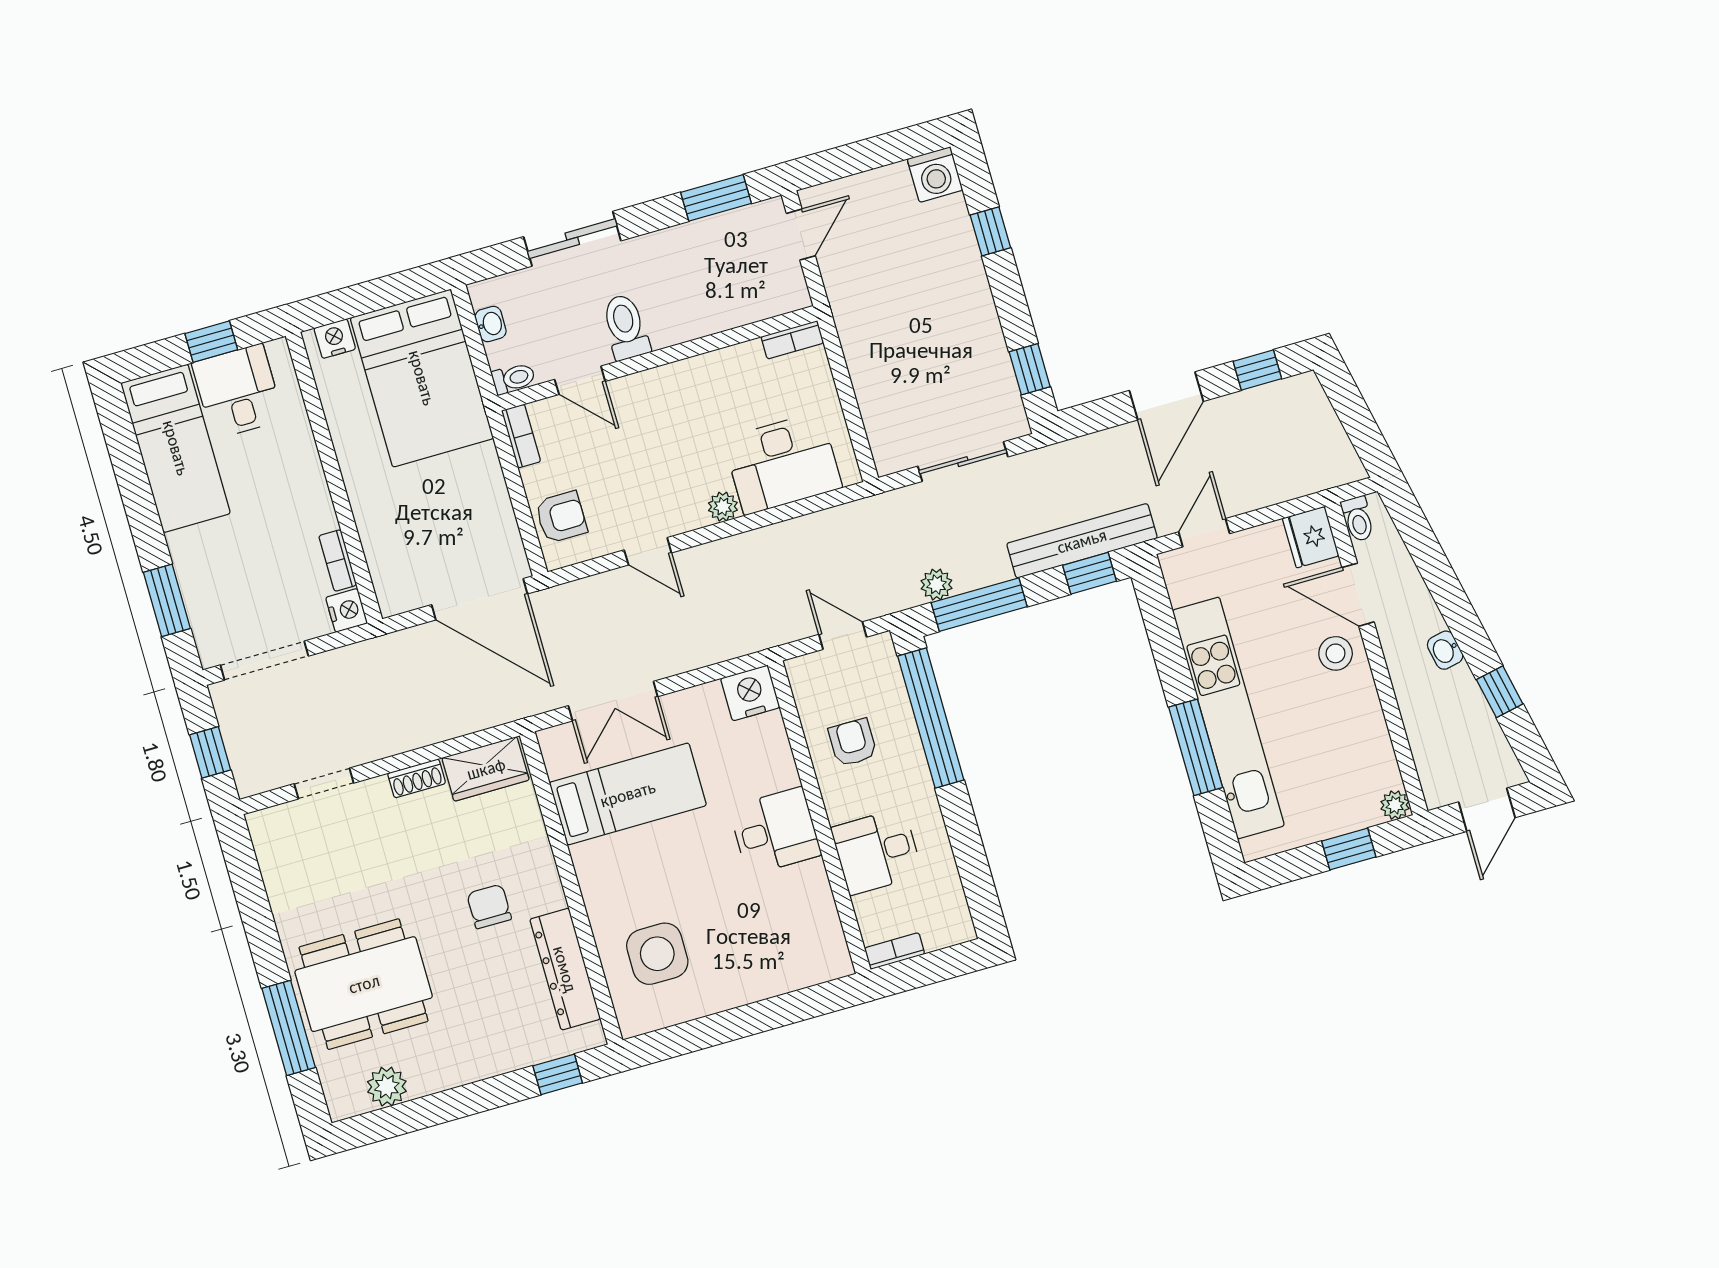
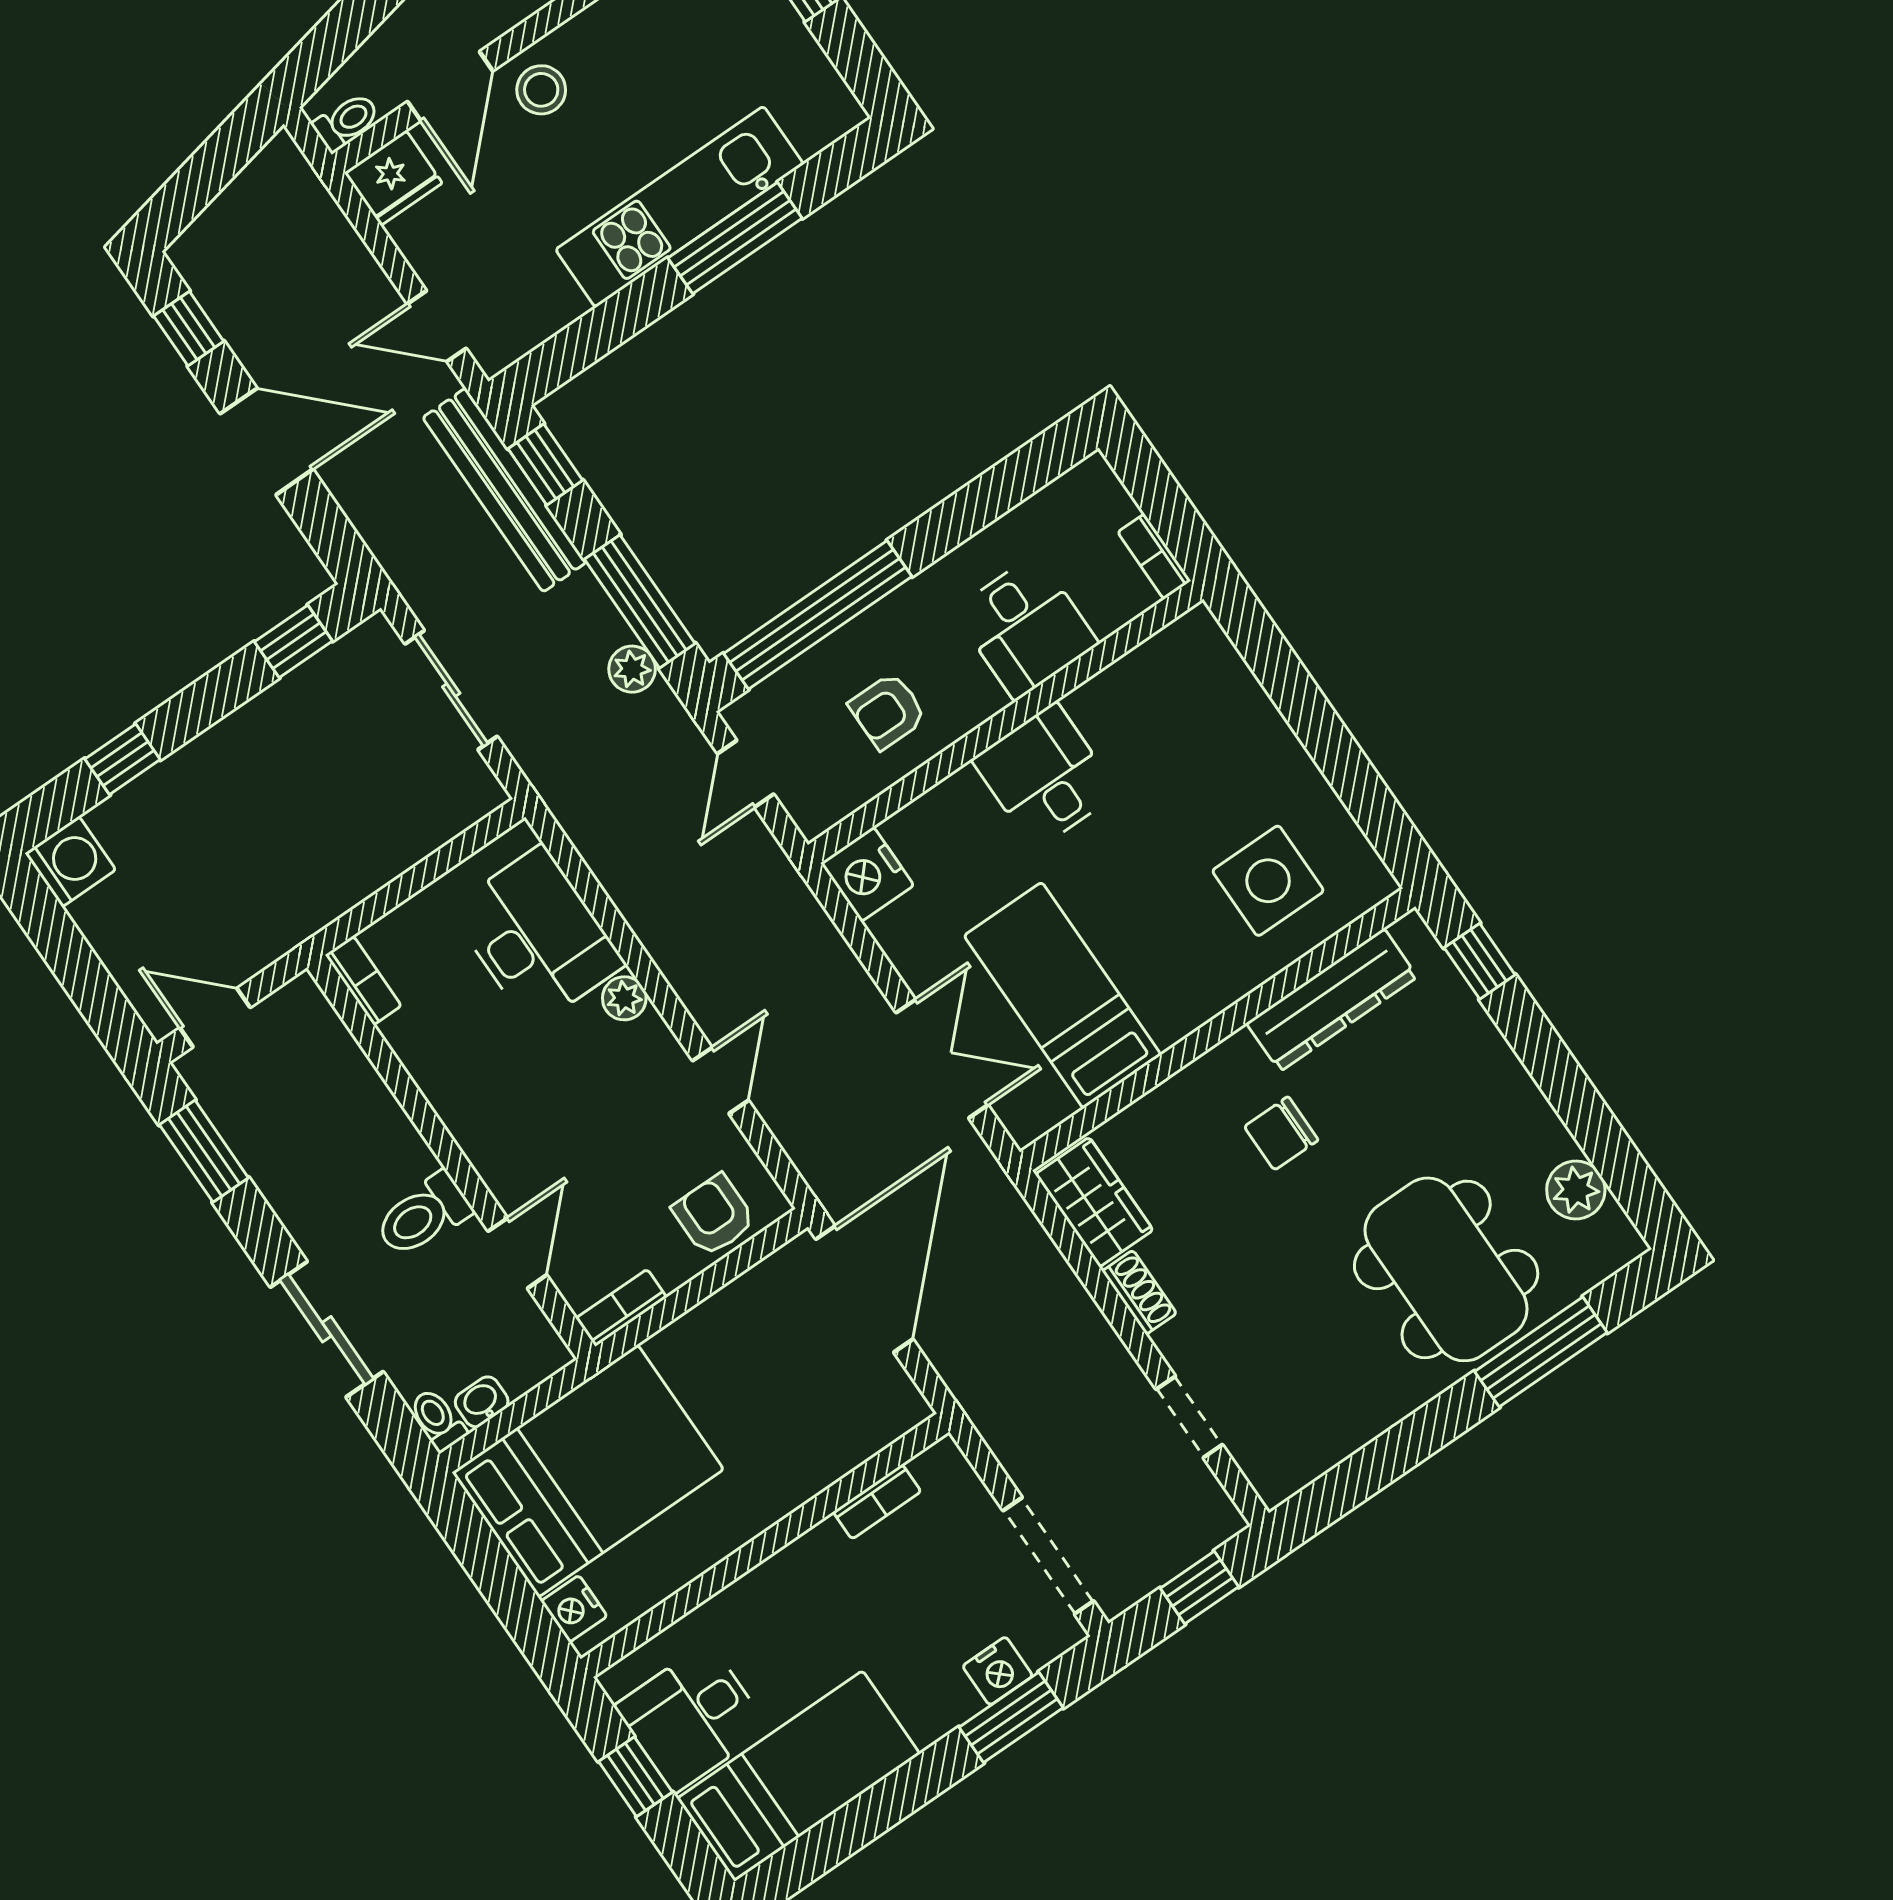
toilet: (513, 378) -> (438, 1420), moved
nightstand: (346, 610) -> (998, 1671), moved, turned 180
kitchen unit: (1228, 718) -> (680, 207), width x0.73

